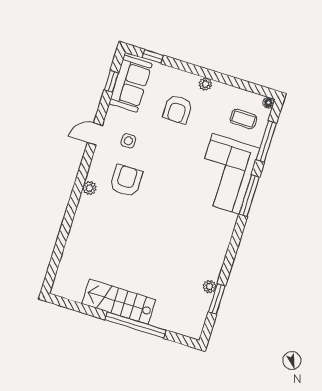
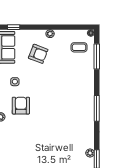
armchair: (178, 109) -> (38, 54), turned -69
corner sofa: (226, 174) -> (79, 83), removed
window: (249, 196) -> (97, 108), moved

